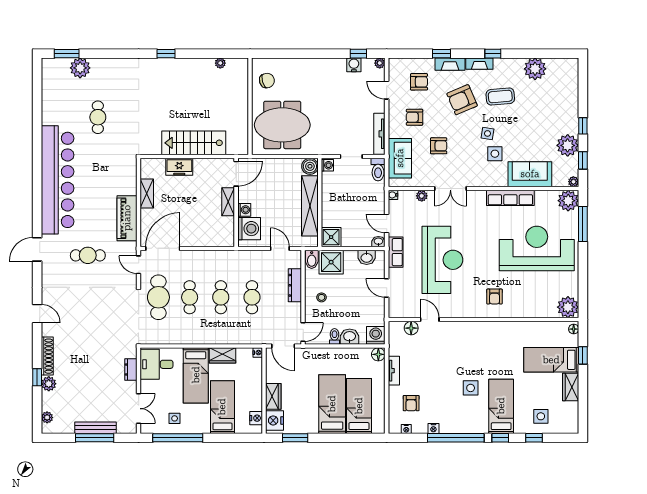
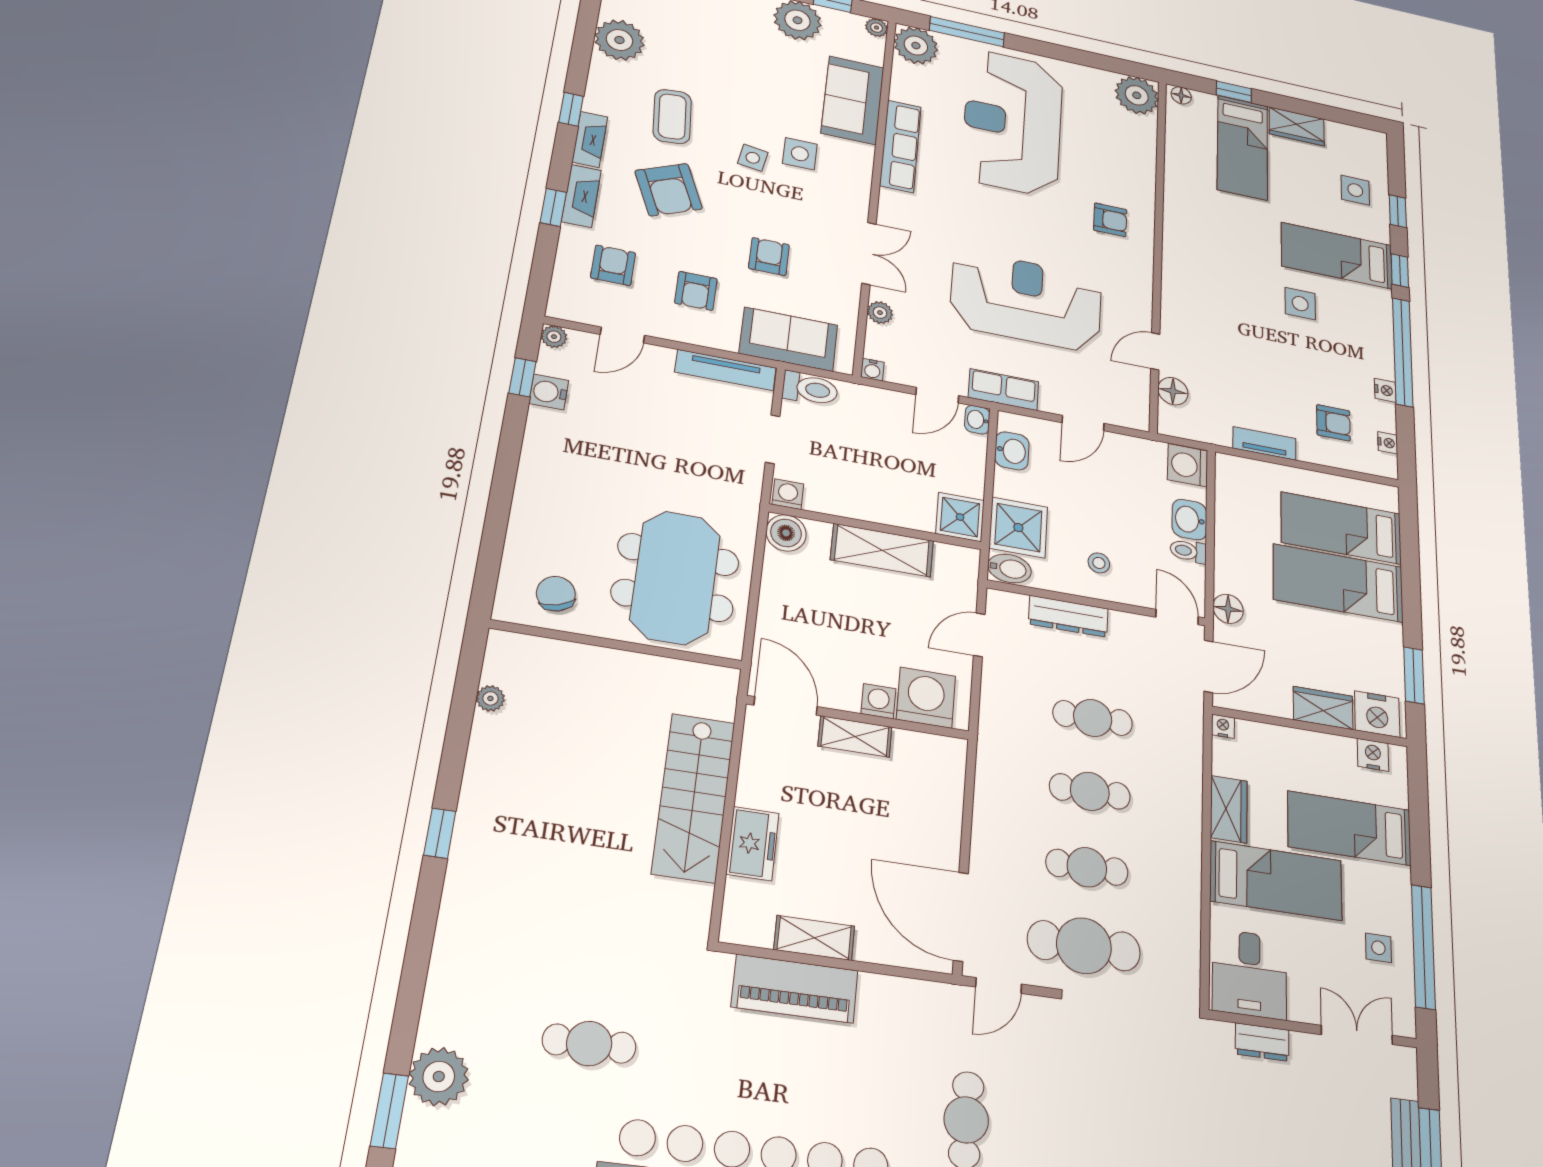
shelving: (310, 206) -> (882, 550), width x0.68
piano: (127, 218) -> (795, 989), moved
floor lamp: (378, 354) -> (1228, 609), moved

